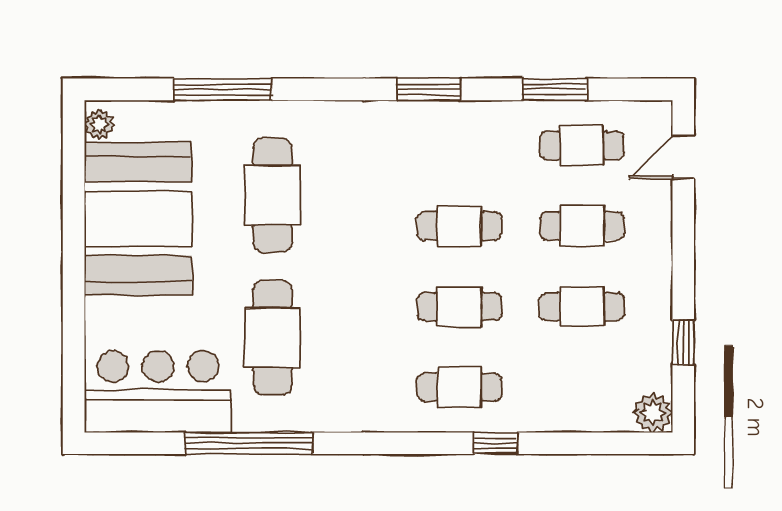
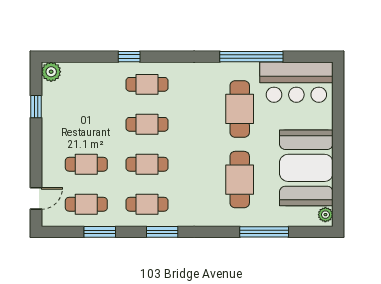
cafe table: (582, 307) -> (147, 204), moved

